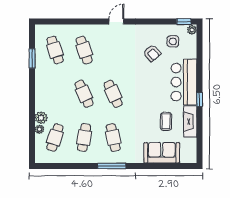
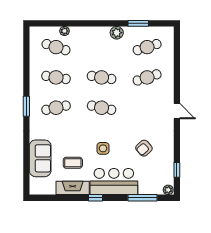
window: (184, 22) -> (177, 170), moved
side table: (173, 41) -> (103, 148), moved
window: (200, 55) -> (142, 198), added
cafe table: (84, 94) -> (102, 77), turned 33
cafe table: (113, 94) -> (102, 108), turned 36
plant: (41, 118) -> (117, 33), moved
window: (112, 166) -> (26, 106), width x0.69

